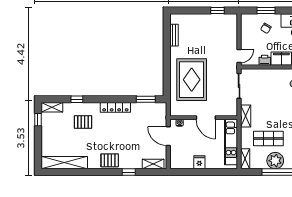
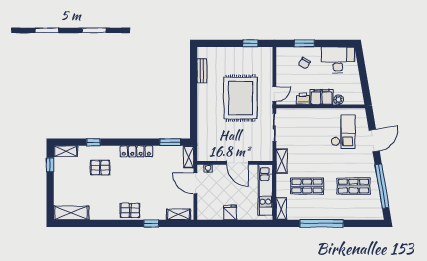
rug: (192, 80) -> (241, 98), moved
shelving: (162, 112) -> (189, 157), added
plant: (275, 161) -> (315, 211), removed
shelving: (64, 163) -> (71, 213), width x0.68

